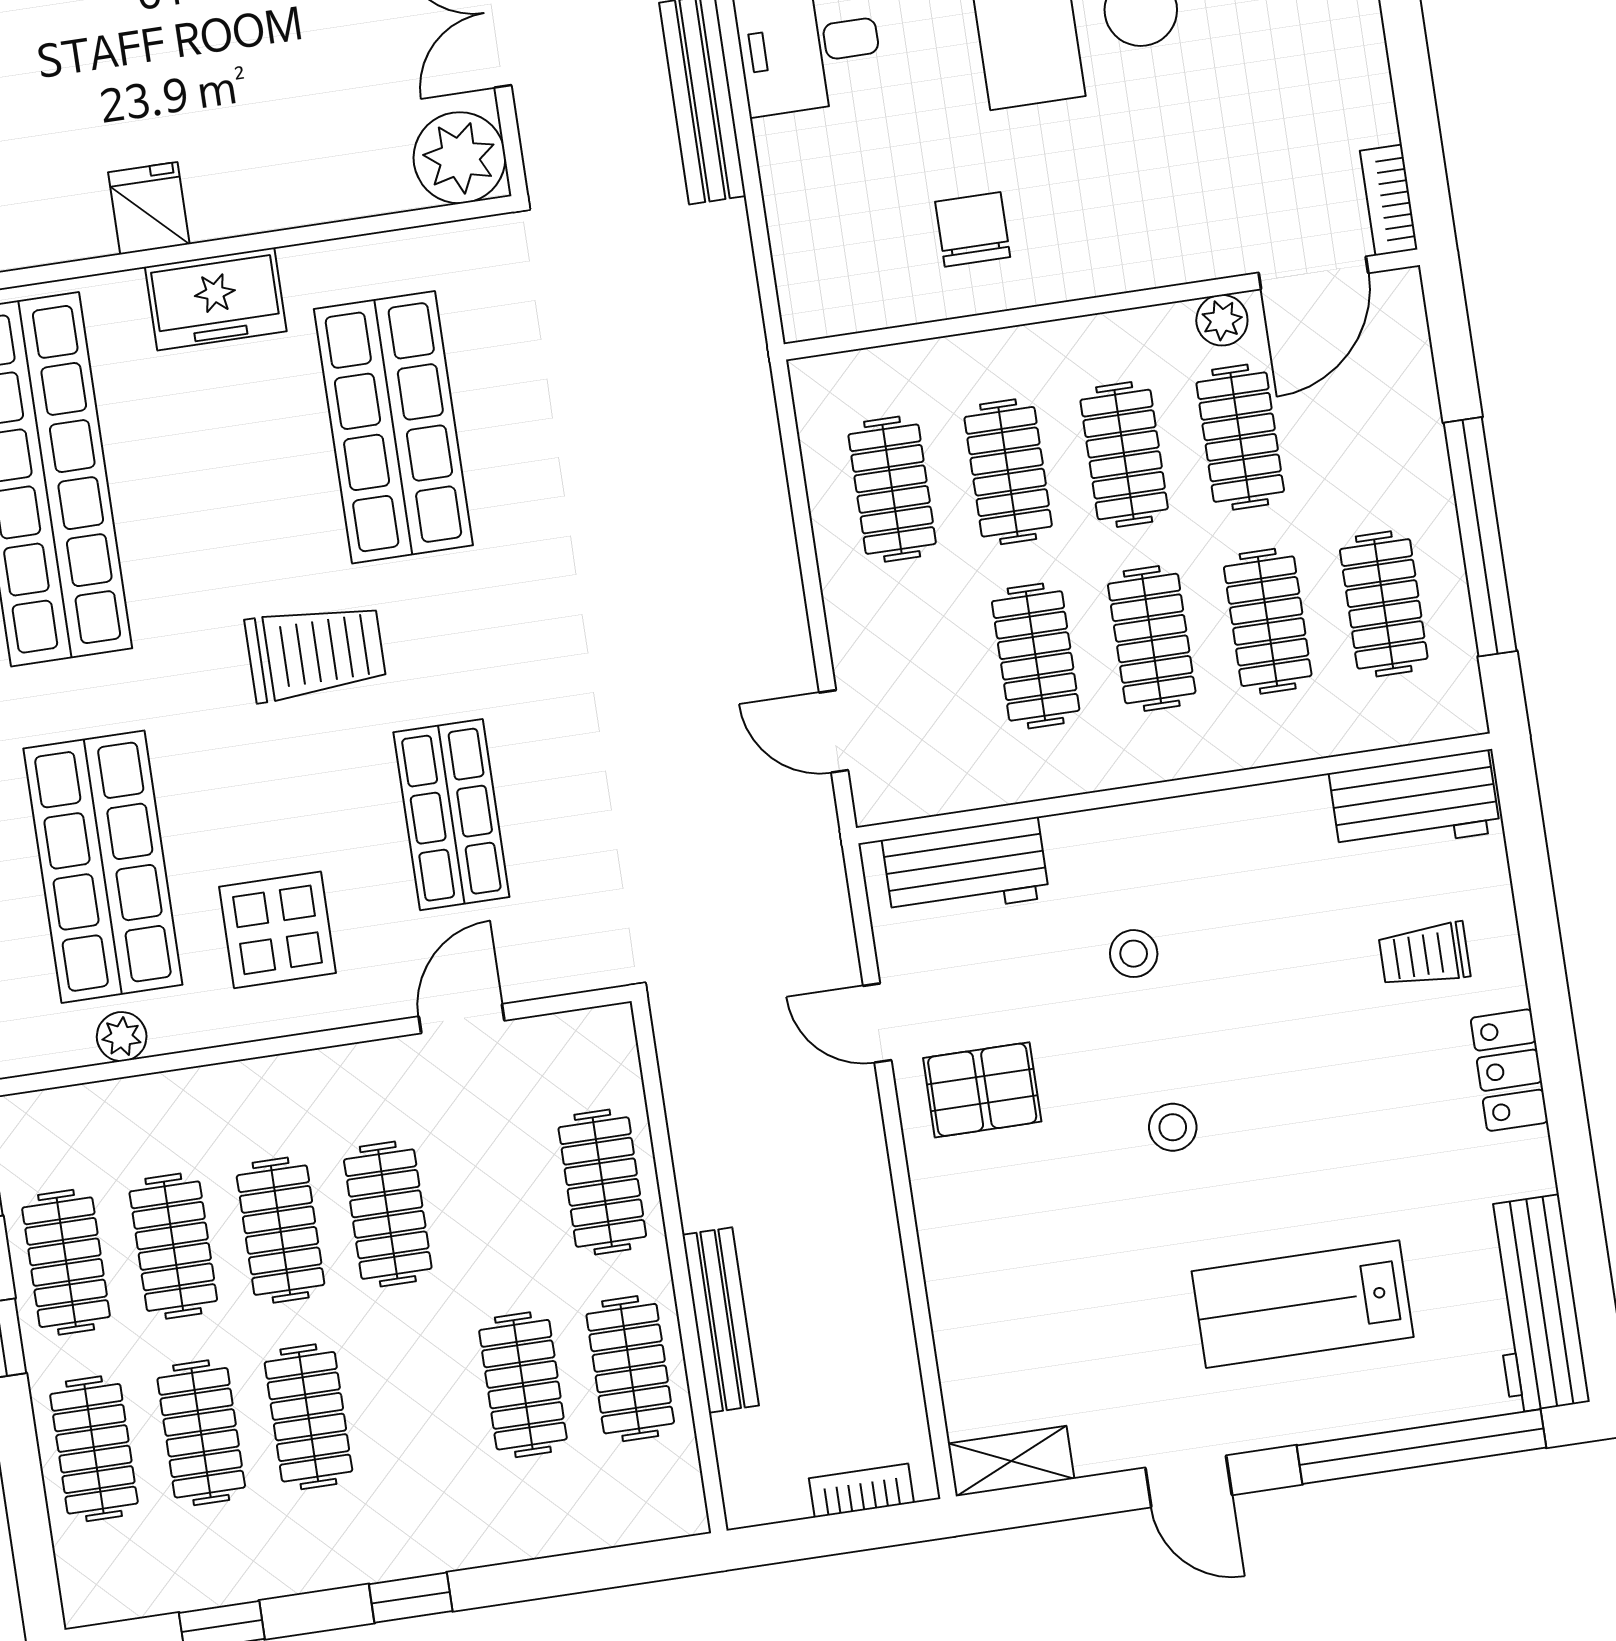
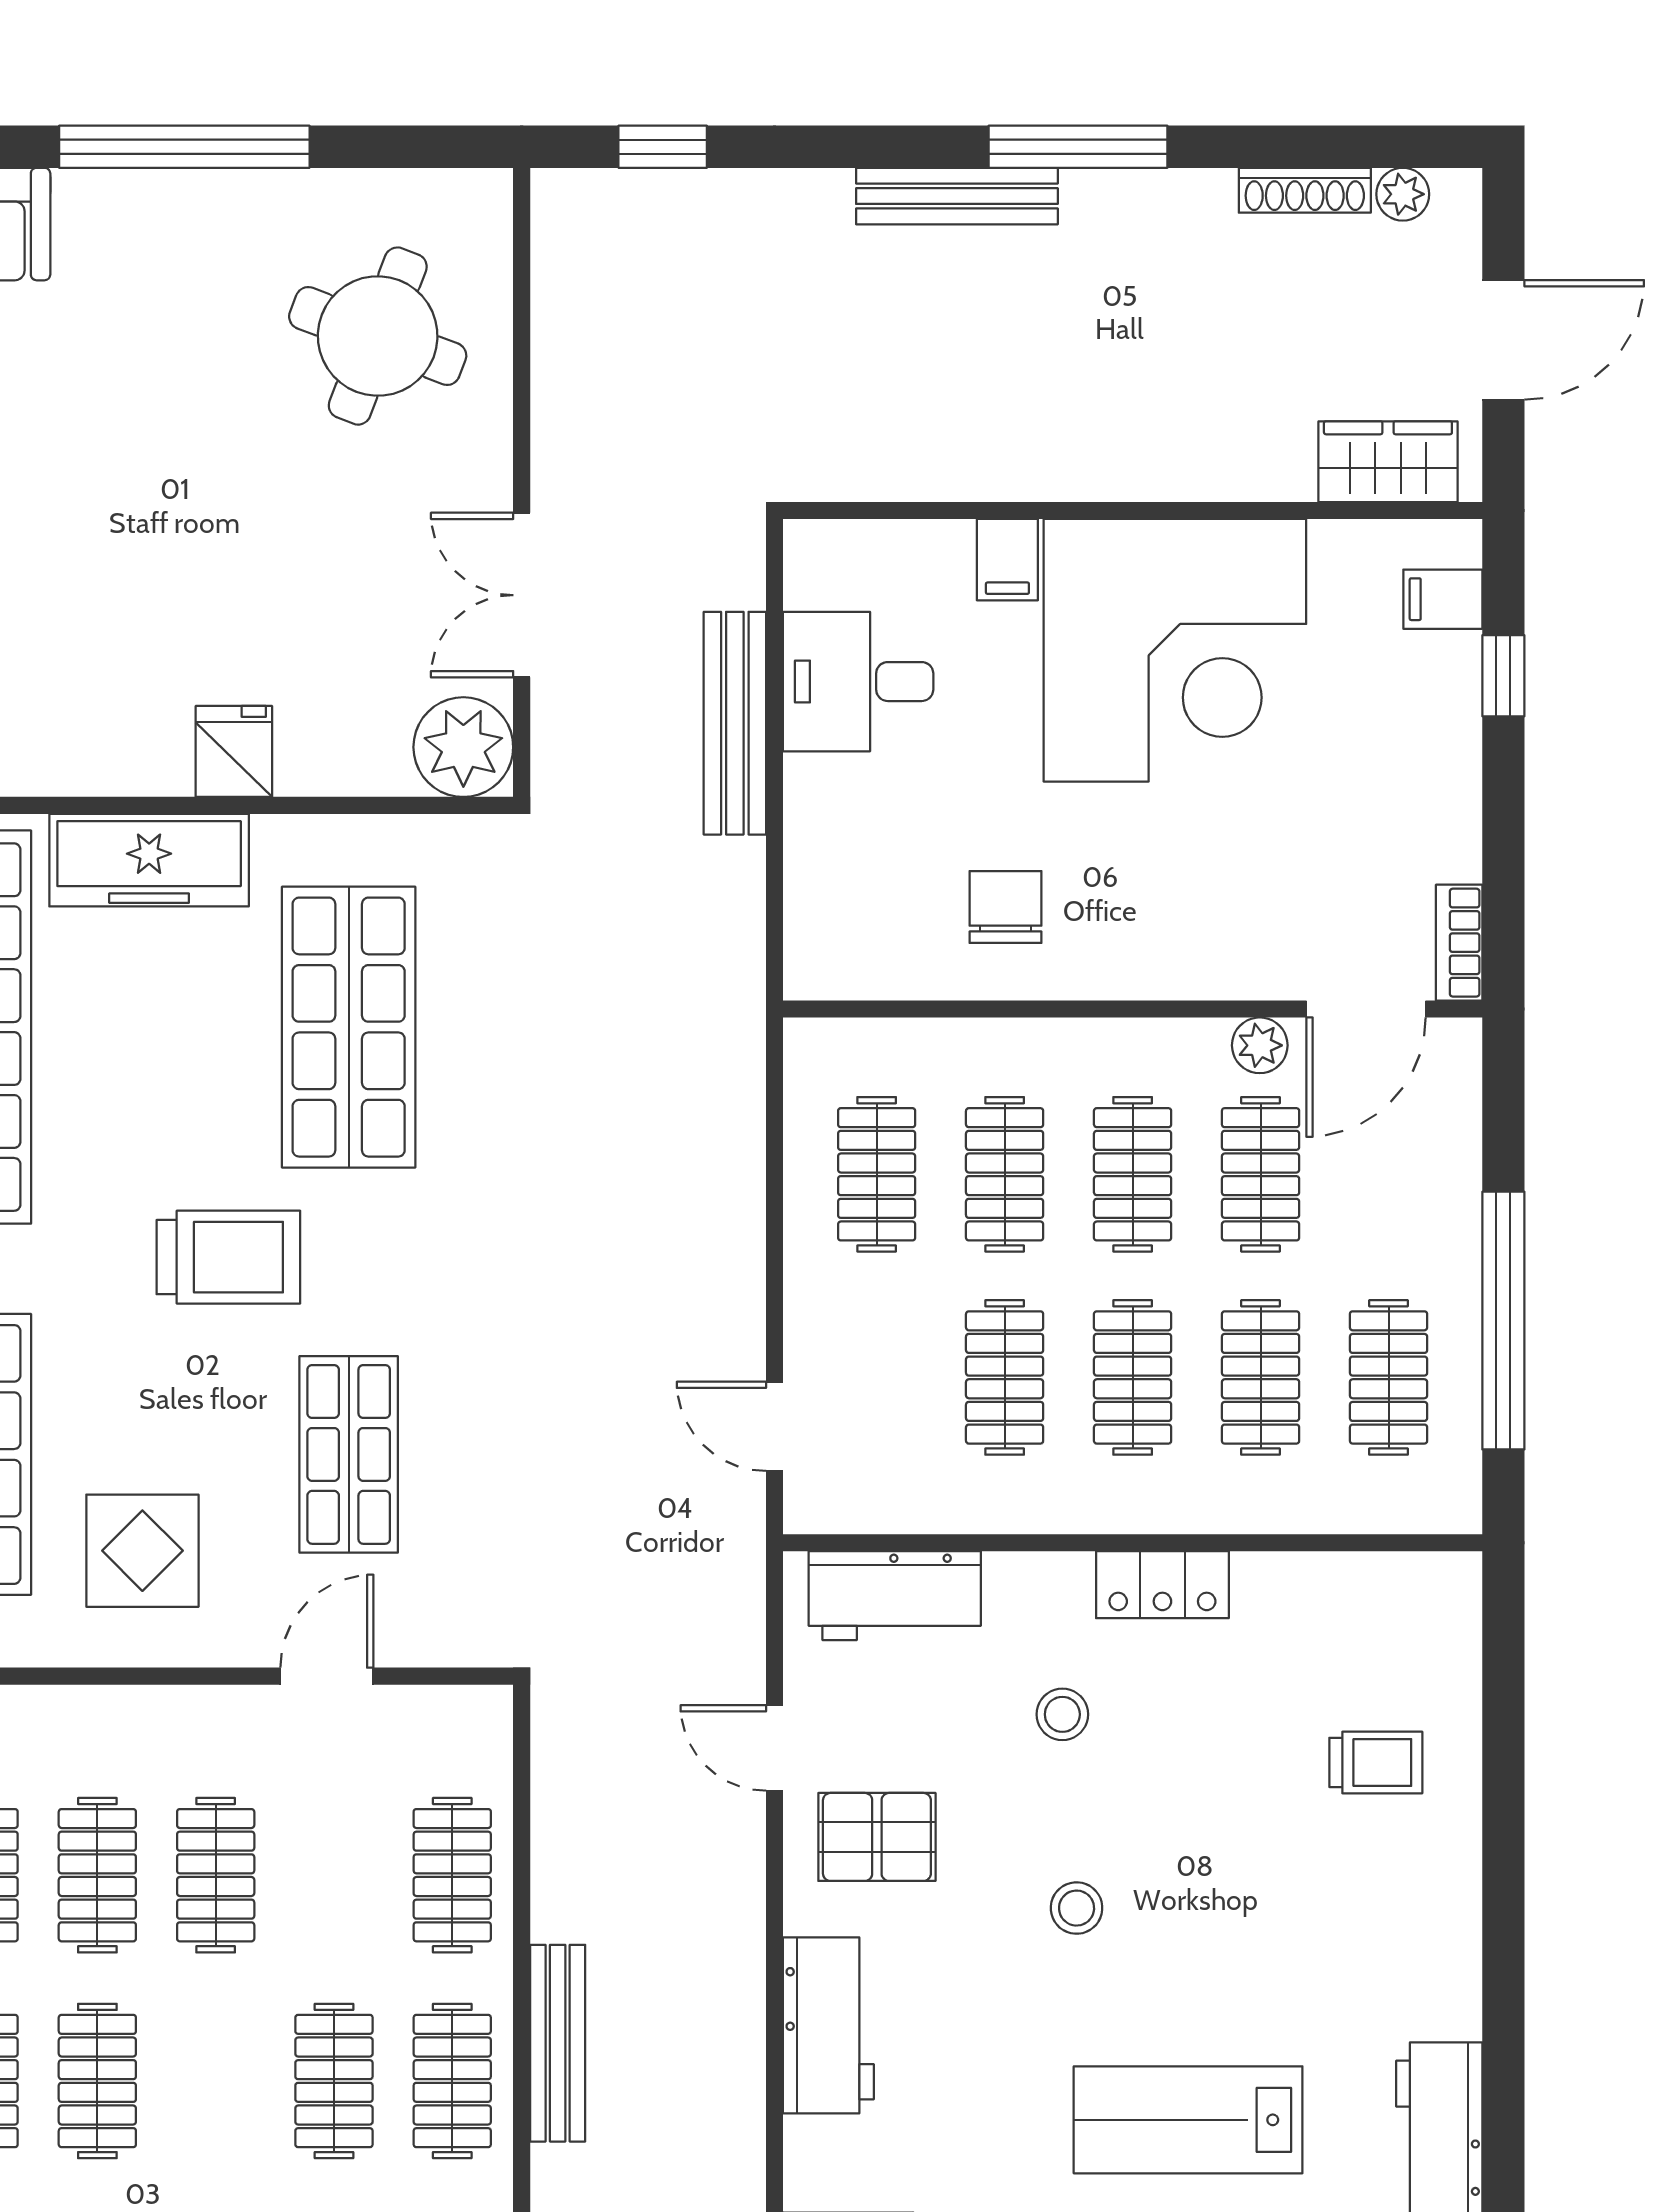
fridge: (149, 208) -> (234, 751), moved
freezer: (216, 299) -> (149, 860), width x1.40
workbench: (1415, 802) -> (828, 2025), moved, turned -90
trolley: (1424, 955) -> (1376, 1762), turned 180
locker: (1509, 1070) -> (1162, 1585), moved, turned -90

